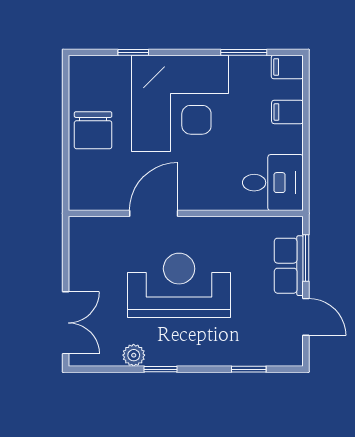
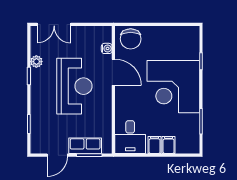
filing cabinet: (287, 67) -> (155, 145), moved
chair: (93, 130) -> (131, 39), moved, turned -90
water cooler: (110, 226) -> (107, 48), added

